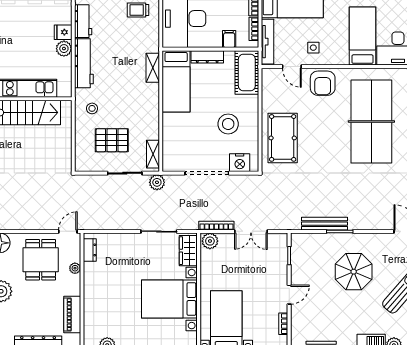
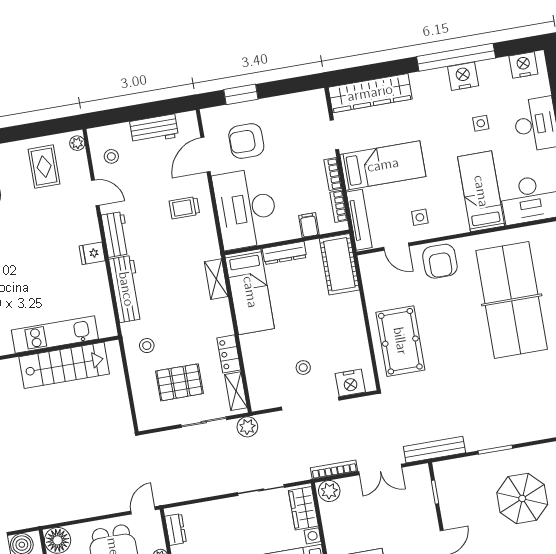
plant: (64, 49) -> (97, 274), removed
stool: (228, 124) -> (303, 368), moved, width x0.53, depth x0.53
locker: (152, 125) -> (229, 354), added
bench: (325, 224) -> (434, 450), moved

